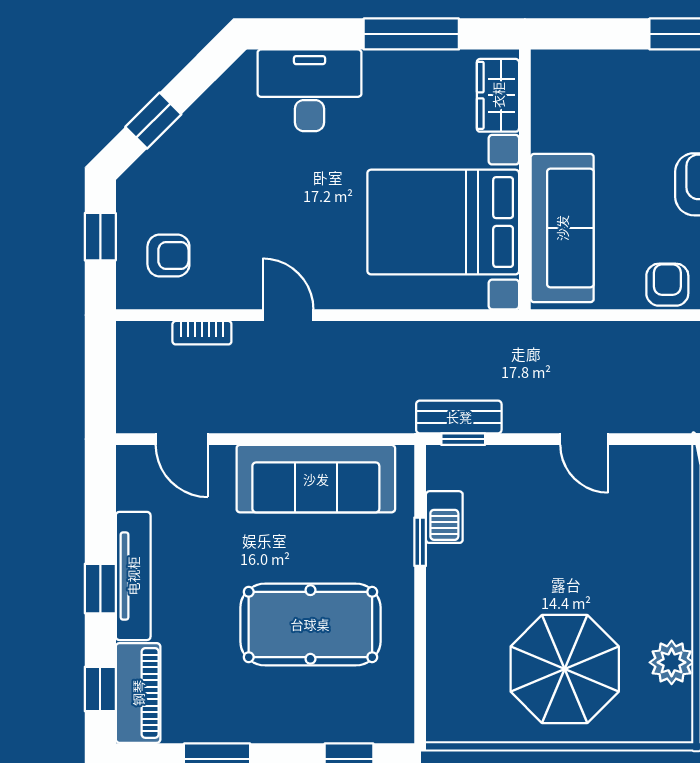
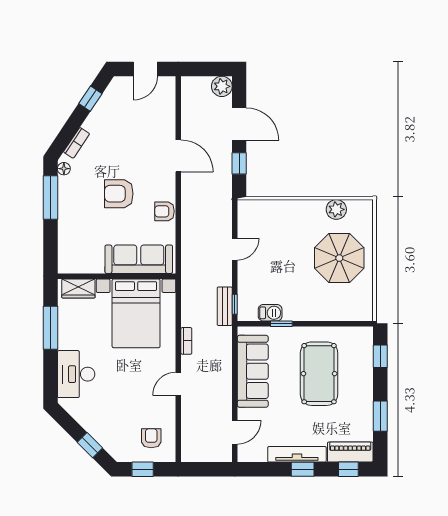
bookcase: (202, 333) -> (186, 341), moved

